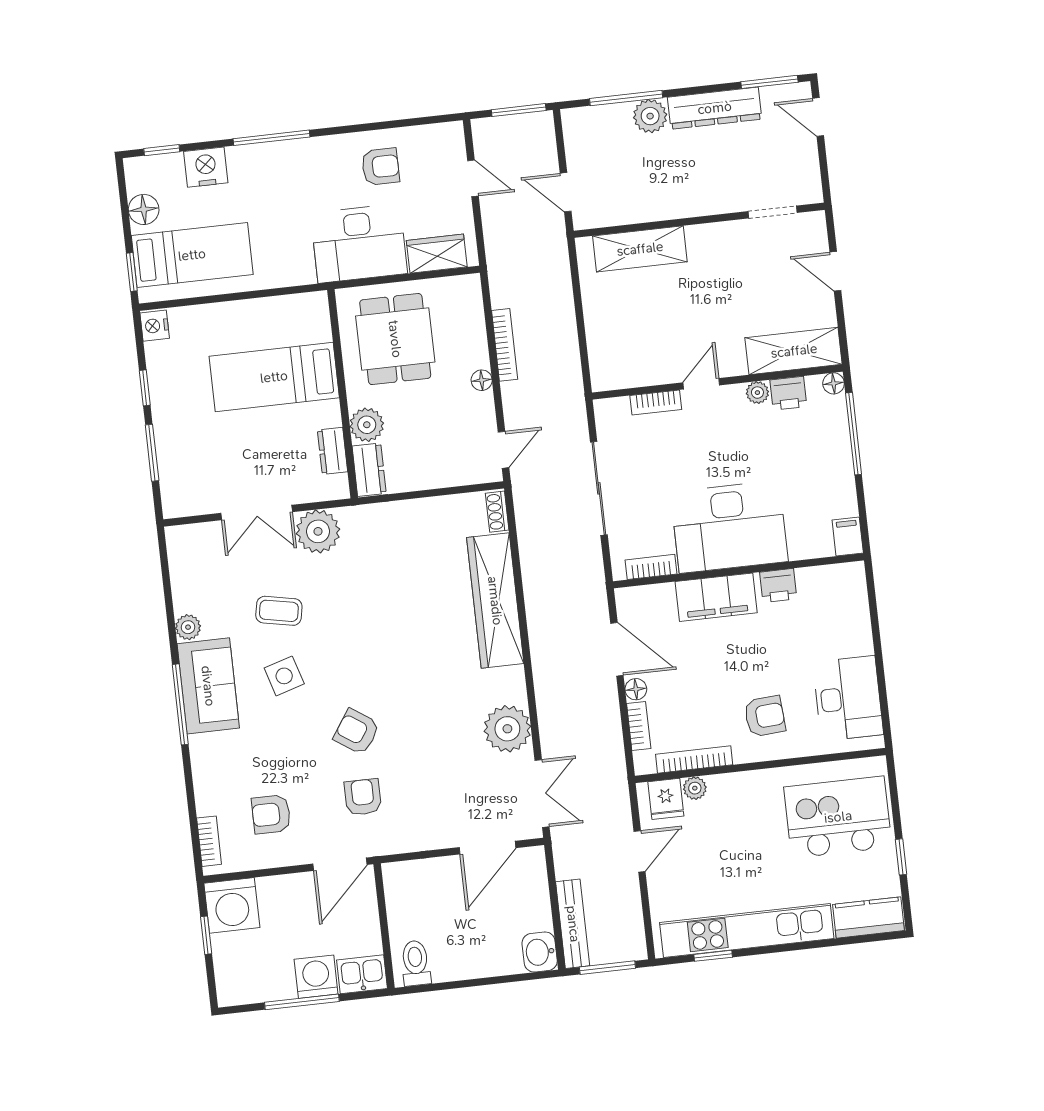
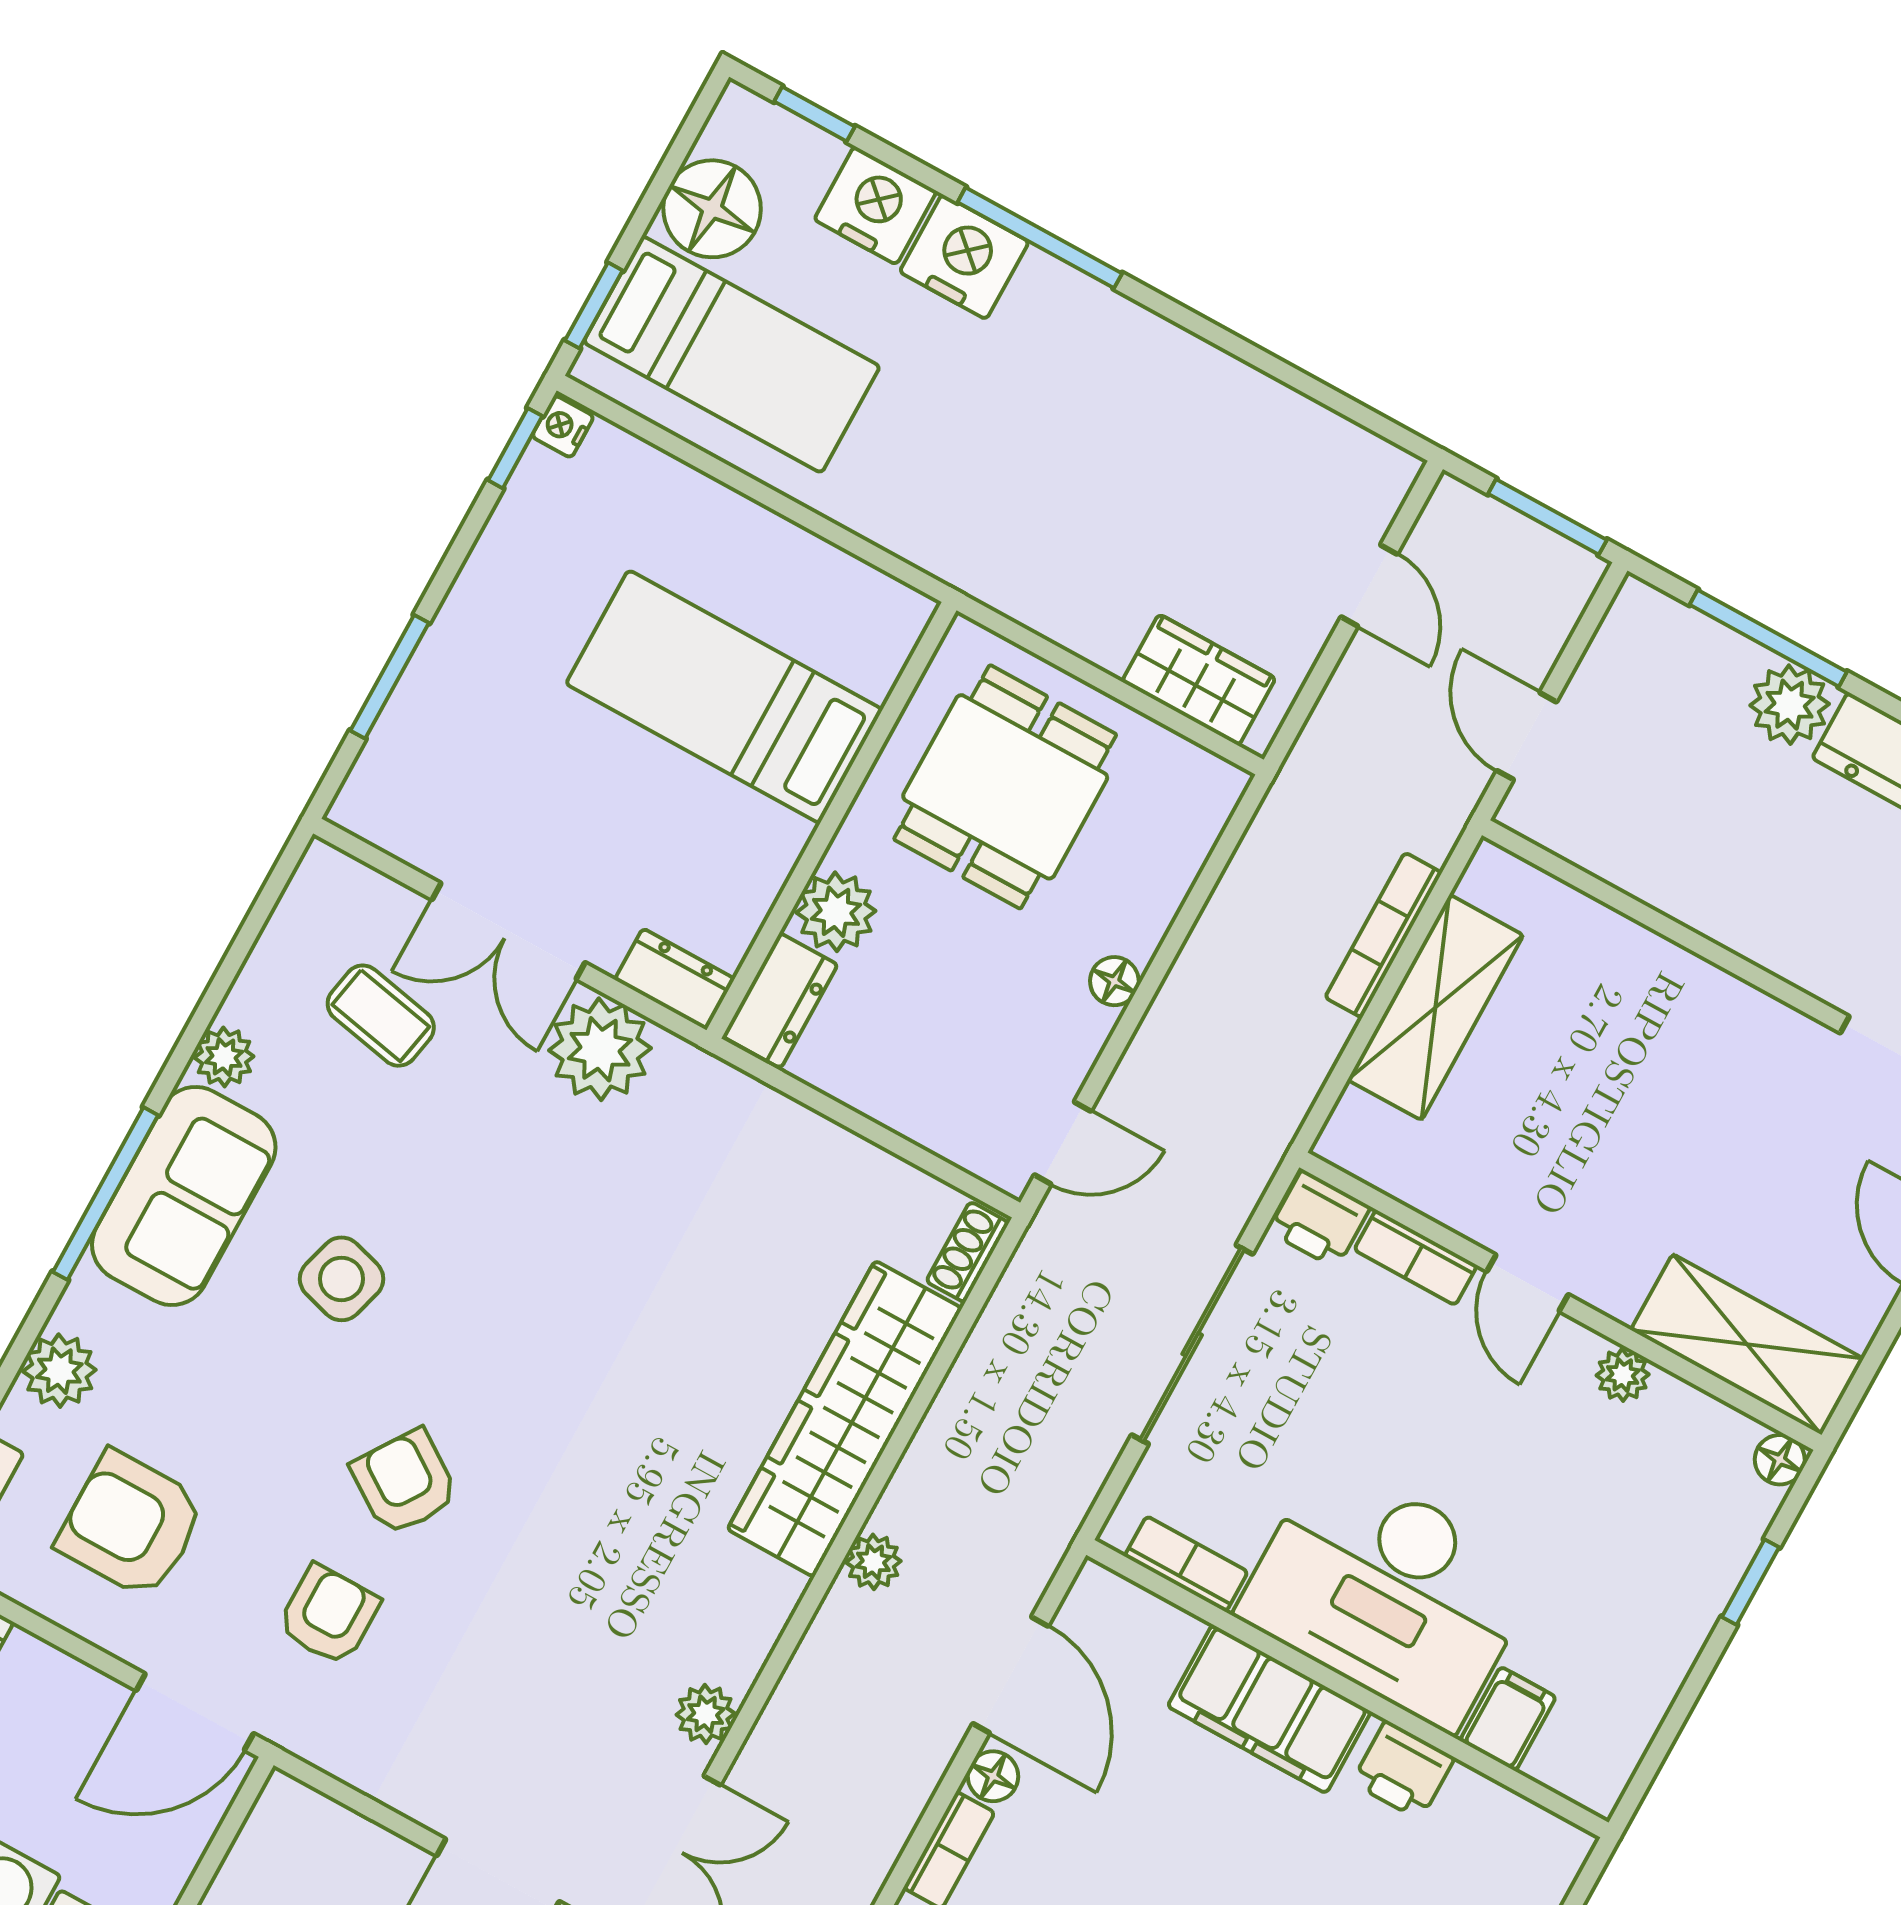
nightstand: (250, 163) -> (964, 257), added
armchair: (381, 167) -> (1209, 439), removed
floor lamp: (144, 209) -> (712, 209), width x1.38, depth x1.38
desk: (359, 243) -> (1064, 556), removed
shelving: (640, 249) -> (1435, 1007), moved, turned 90
nightstand: (155, 326) -> (563, 426), width x0.72, depth x0.74
bookcase: (505, 345) -> (1383, 935), moved, turned 180
door: (701, 384) -> (1527, 1283), swing flipped
window: (145, 388) -> (515, 448), moved
printer: (788, 393) -> (1319, 1219), moved
window: (854, 434) -> (1750, 1582), width x0.46
dresser: (333, 451) -> (675, 979), moved, turned 90
filing cabinet: (848, 536) -> (1508, 1719), moved
coffee table: (279, 611) -> (381, 1016), moved
plant: (541, 644) -> (873, 1562), added
side table: (284, 676) -> (342, 1279), turned 33
plant: (507, 729) -> (706, 1714), width x0.53, depth x0.53
plant: (208, 778) -> (59, 1371), added
armchair: (271, 814) -> (131, 1525), width x1.38, depth x1.38

